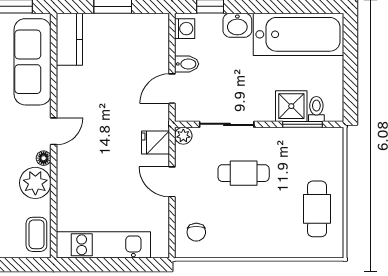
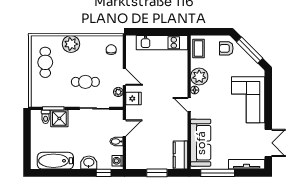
bathtub: (299, 34) -> (55, 161), width x0.73, depth x0.73
door: (54, 131) -> (189, 105), hinge flipped
plant: (183, 136) -> (118, 92), moved
plant: (270, 242) -> (71, 44), added

